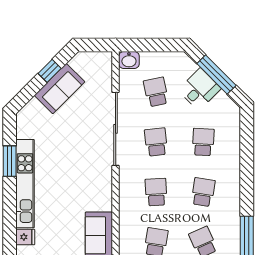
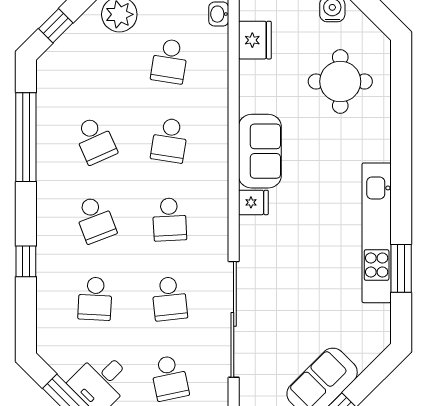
window: (247, 166) -> (26, 261), added
school desk: (203, 192) -> (95, 219), turned -30
fridge: (25, 237) -> (253, 202), moved, turned 180

